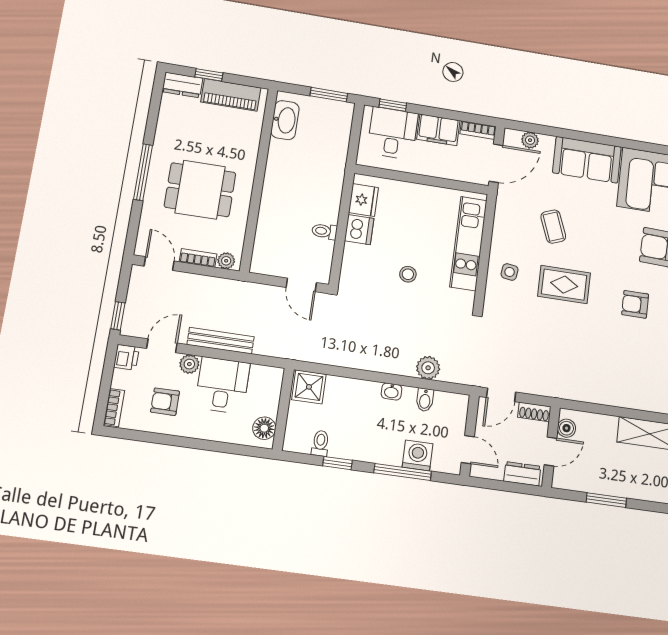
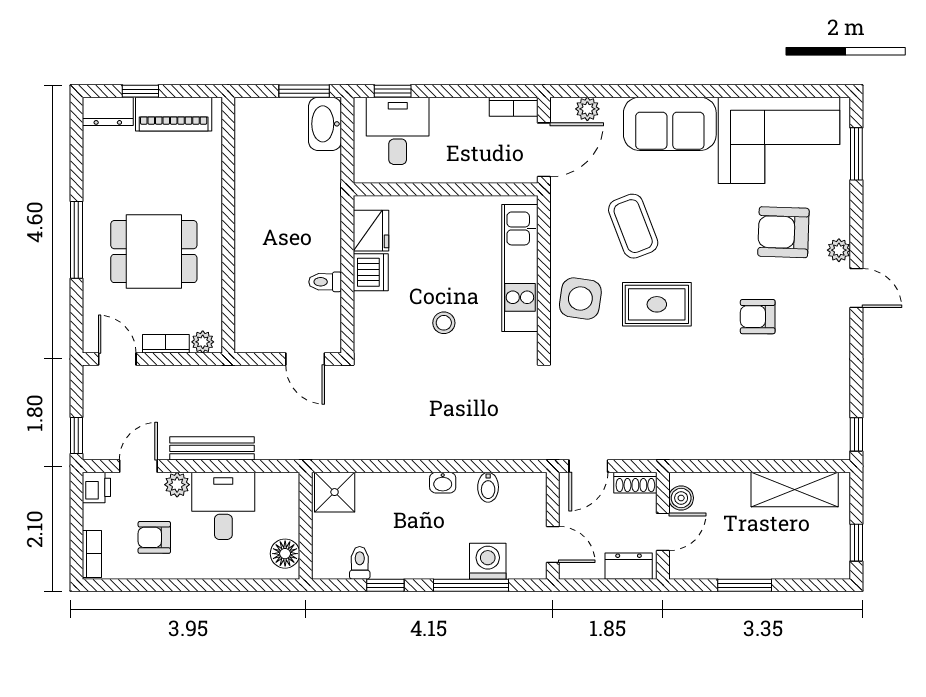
washbasin: (285, 120) -> (325, 124), moved, turned 180
filing cabinet: (438, 130) -> (459, 116), removed
coffee table: (553, 227) -> (633, 226), width x1.36, depth x1.30
side table: (510, 272) -> (580, 299), width x1.87, depth x1.87
plant: (428, 368) -> (487, 444), removed

